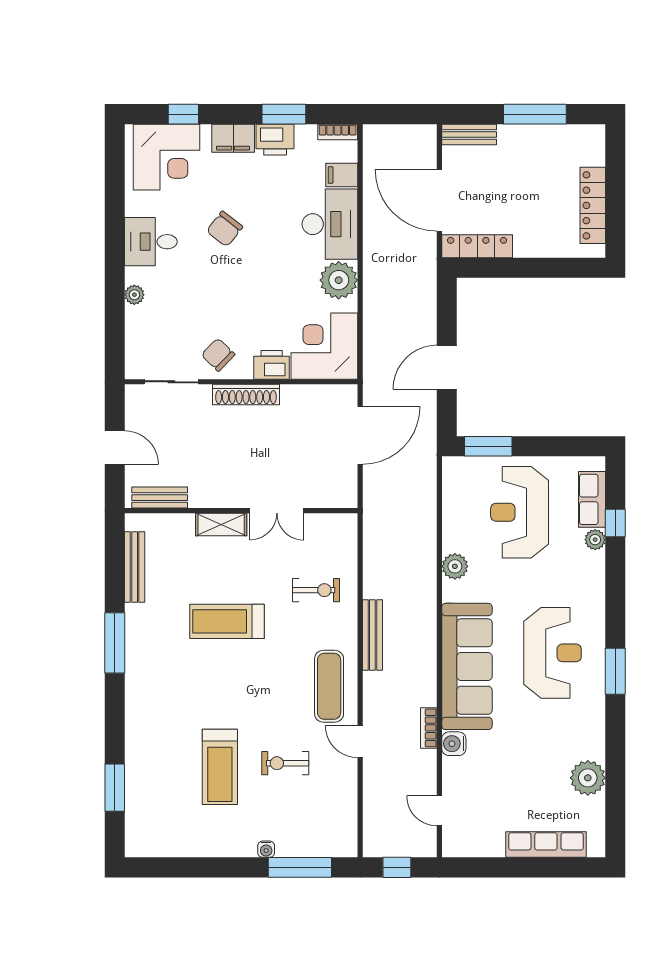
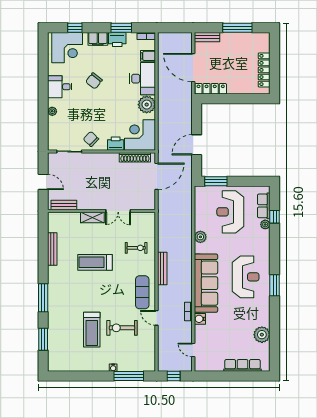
shoe rack: (246, 395) -> (135, 157), moved
bench: (135, 567) -> (52, 249), moved
window: (115, 643) -> (43, 298), moved
exercise bike: (285, 763) -> (122, 328), width x1.38, depth x1.39

